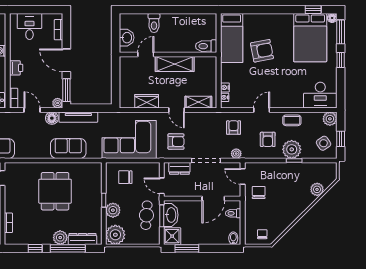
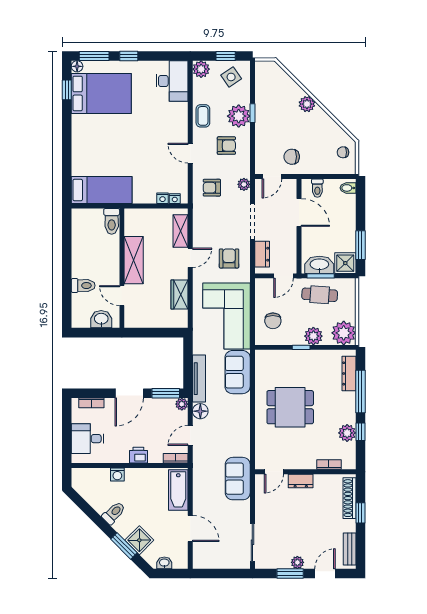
armchair: (262, 51) -> (117, 153), removed
sofa: (68, 148) -> (238, 372), moved
plant: (317, 189) -> (307, 104), moved
plant: (60, 238) -> (347, 433), moved

